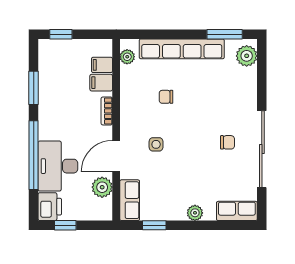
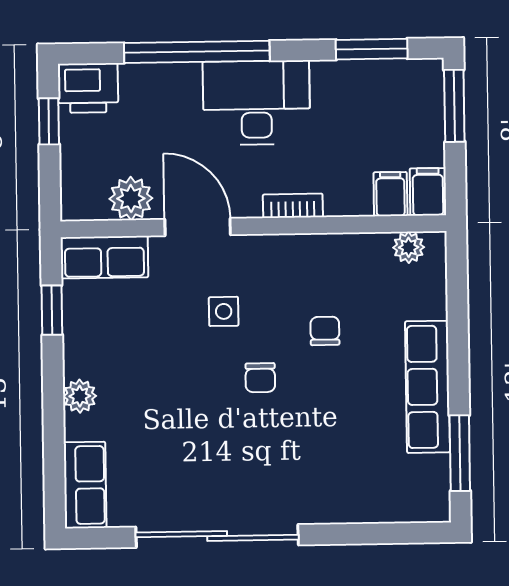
window: (61, 34) -> (454, 106), width x1.50
row of seats: (182, 49) -> (428, 387), width x0.73
plant: (247, 56) -> (414, 501), removed
filing cabinet: (101, 83) -> (428, 192), moved
window: (34, 88) -> (372, 49), moved
chair: (227, 142) -> (260, 378), moved
desk: (58, 166) -> (256, 103), moved

